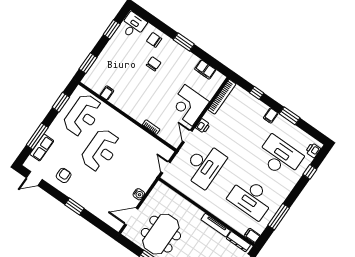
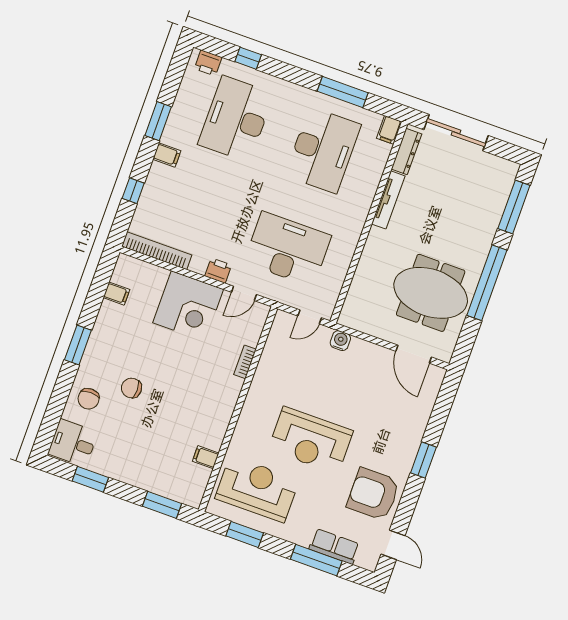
filing cabinet: (205, 69) -> (117, 294), width x0.50
reception desk: (101, 150) -> (311, 440), turned 180
armchair: (64, 175) -> (373, 494), width x1.88, depth x1.88
water cooler: (139, 194) -> (340, 341), moved

